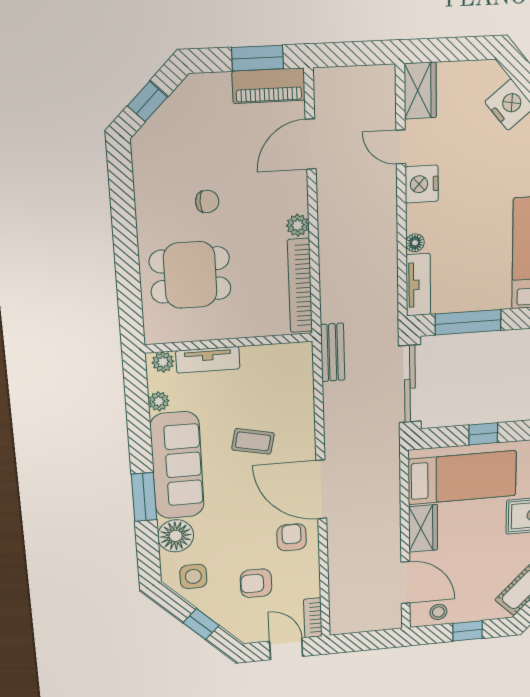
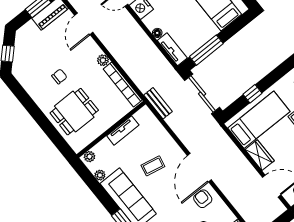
tv unit: (208, 360) -> (123, 130), moved
door: (321, 489) -> (199, 168), hinge flipped

